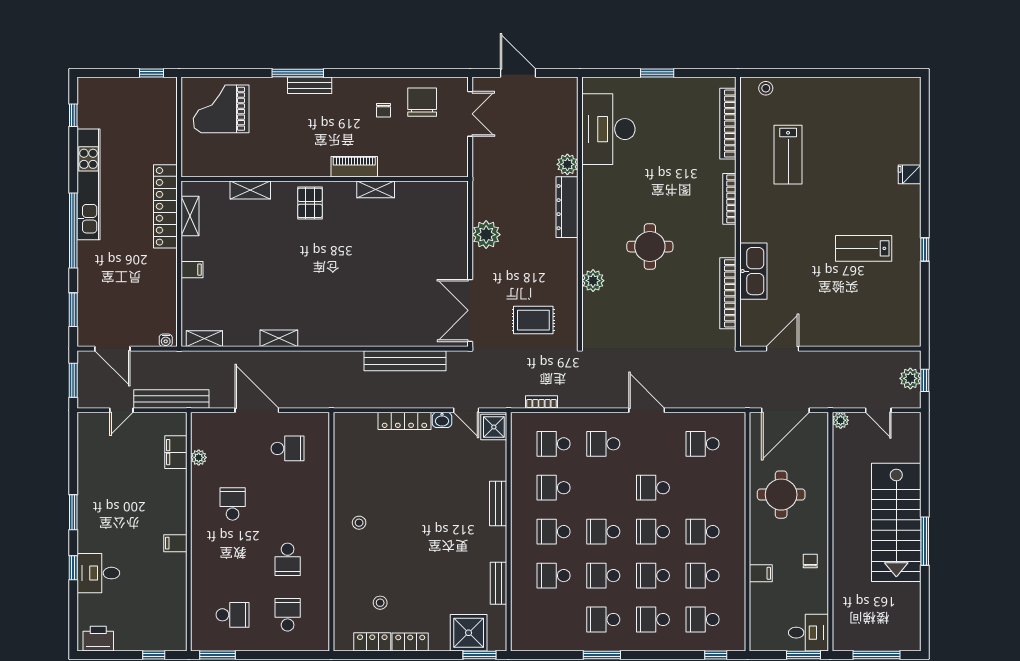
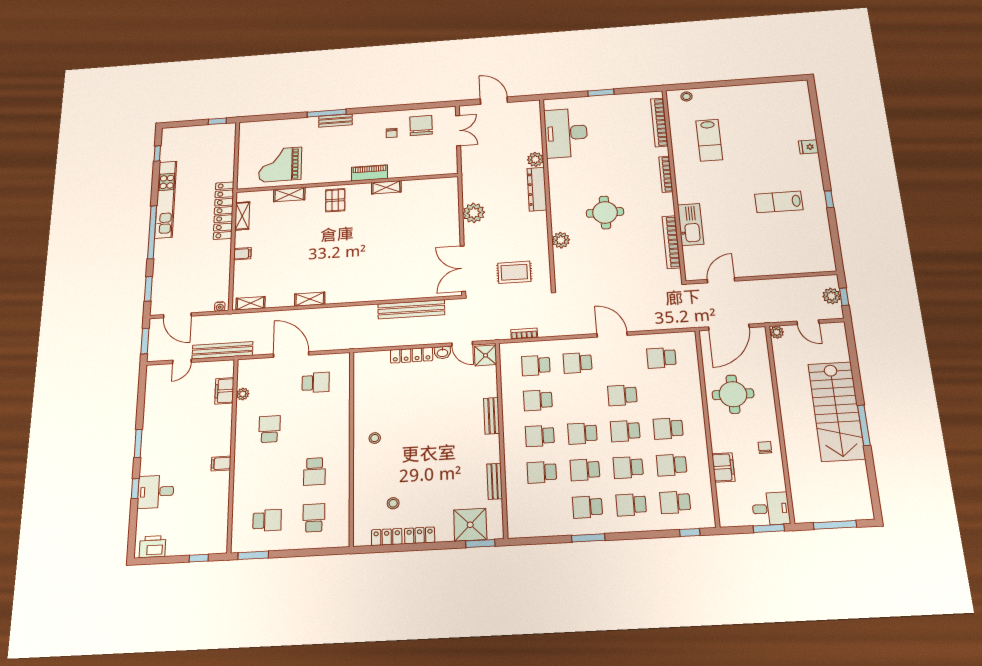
grand piano: (221, 109) -> (280, 165), moved
filing cabinet: (761, 573) -> (723, 467), width x2.00

